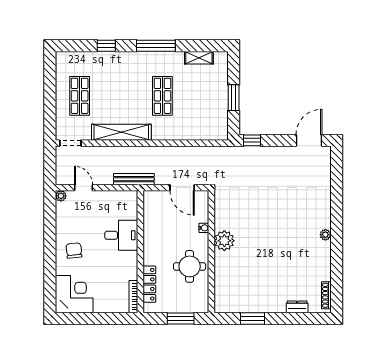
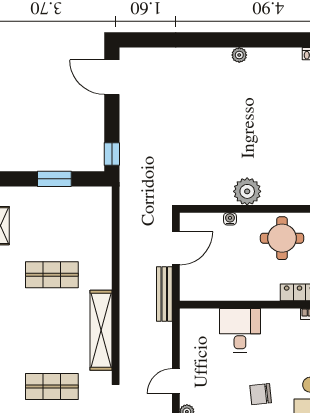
bench: (134, 179) -> (164, 294), moved

